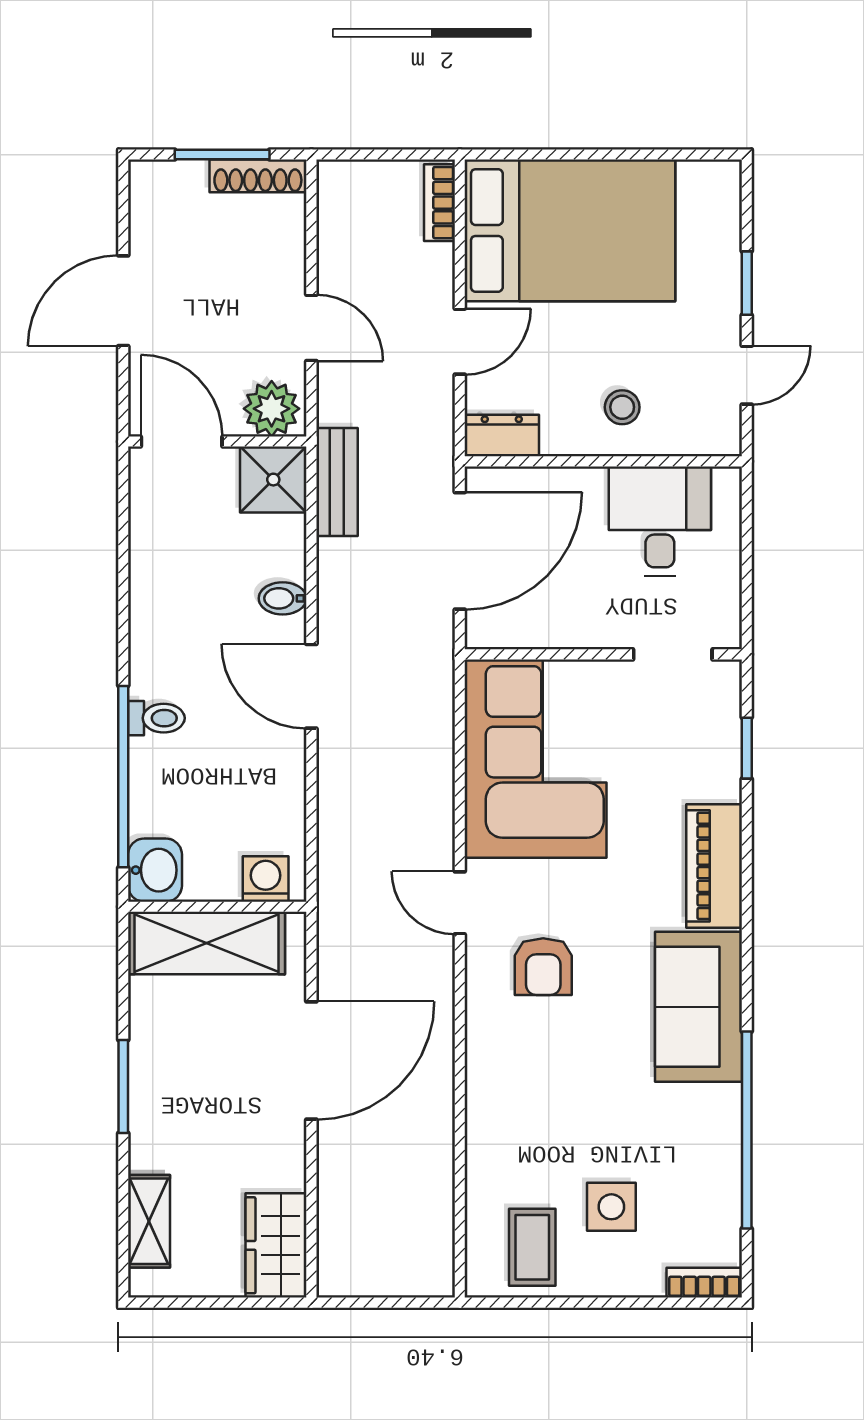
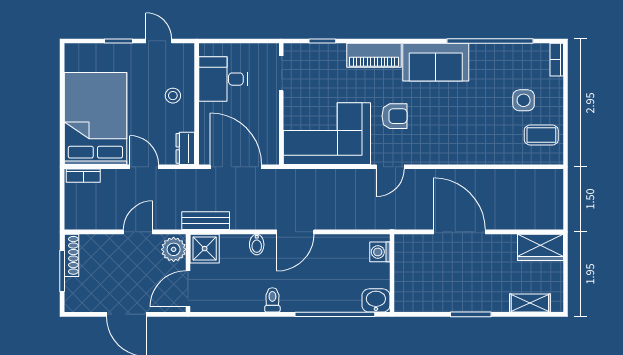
toilet: (156, 718) -> (272, 300), moved
shelving: (207, 943) -> (408, 278), removed
armchair: (543, 967) -> (394, 116), moved

